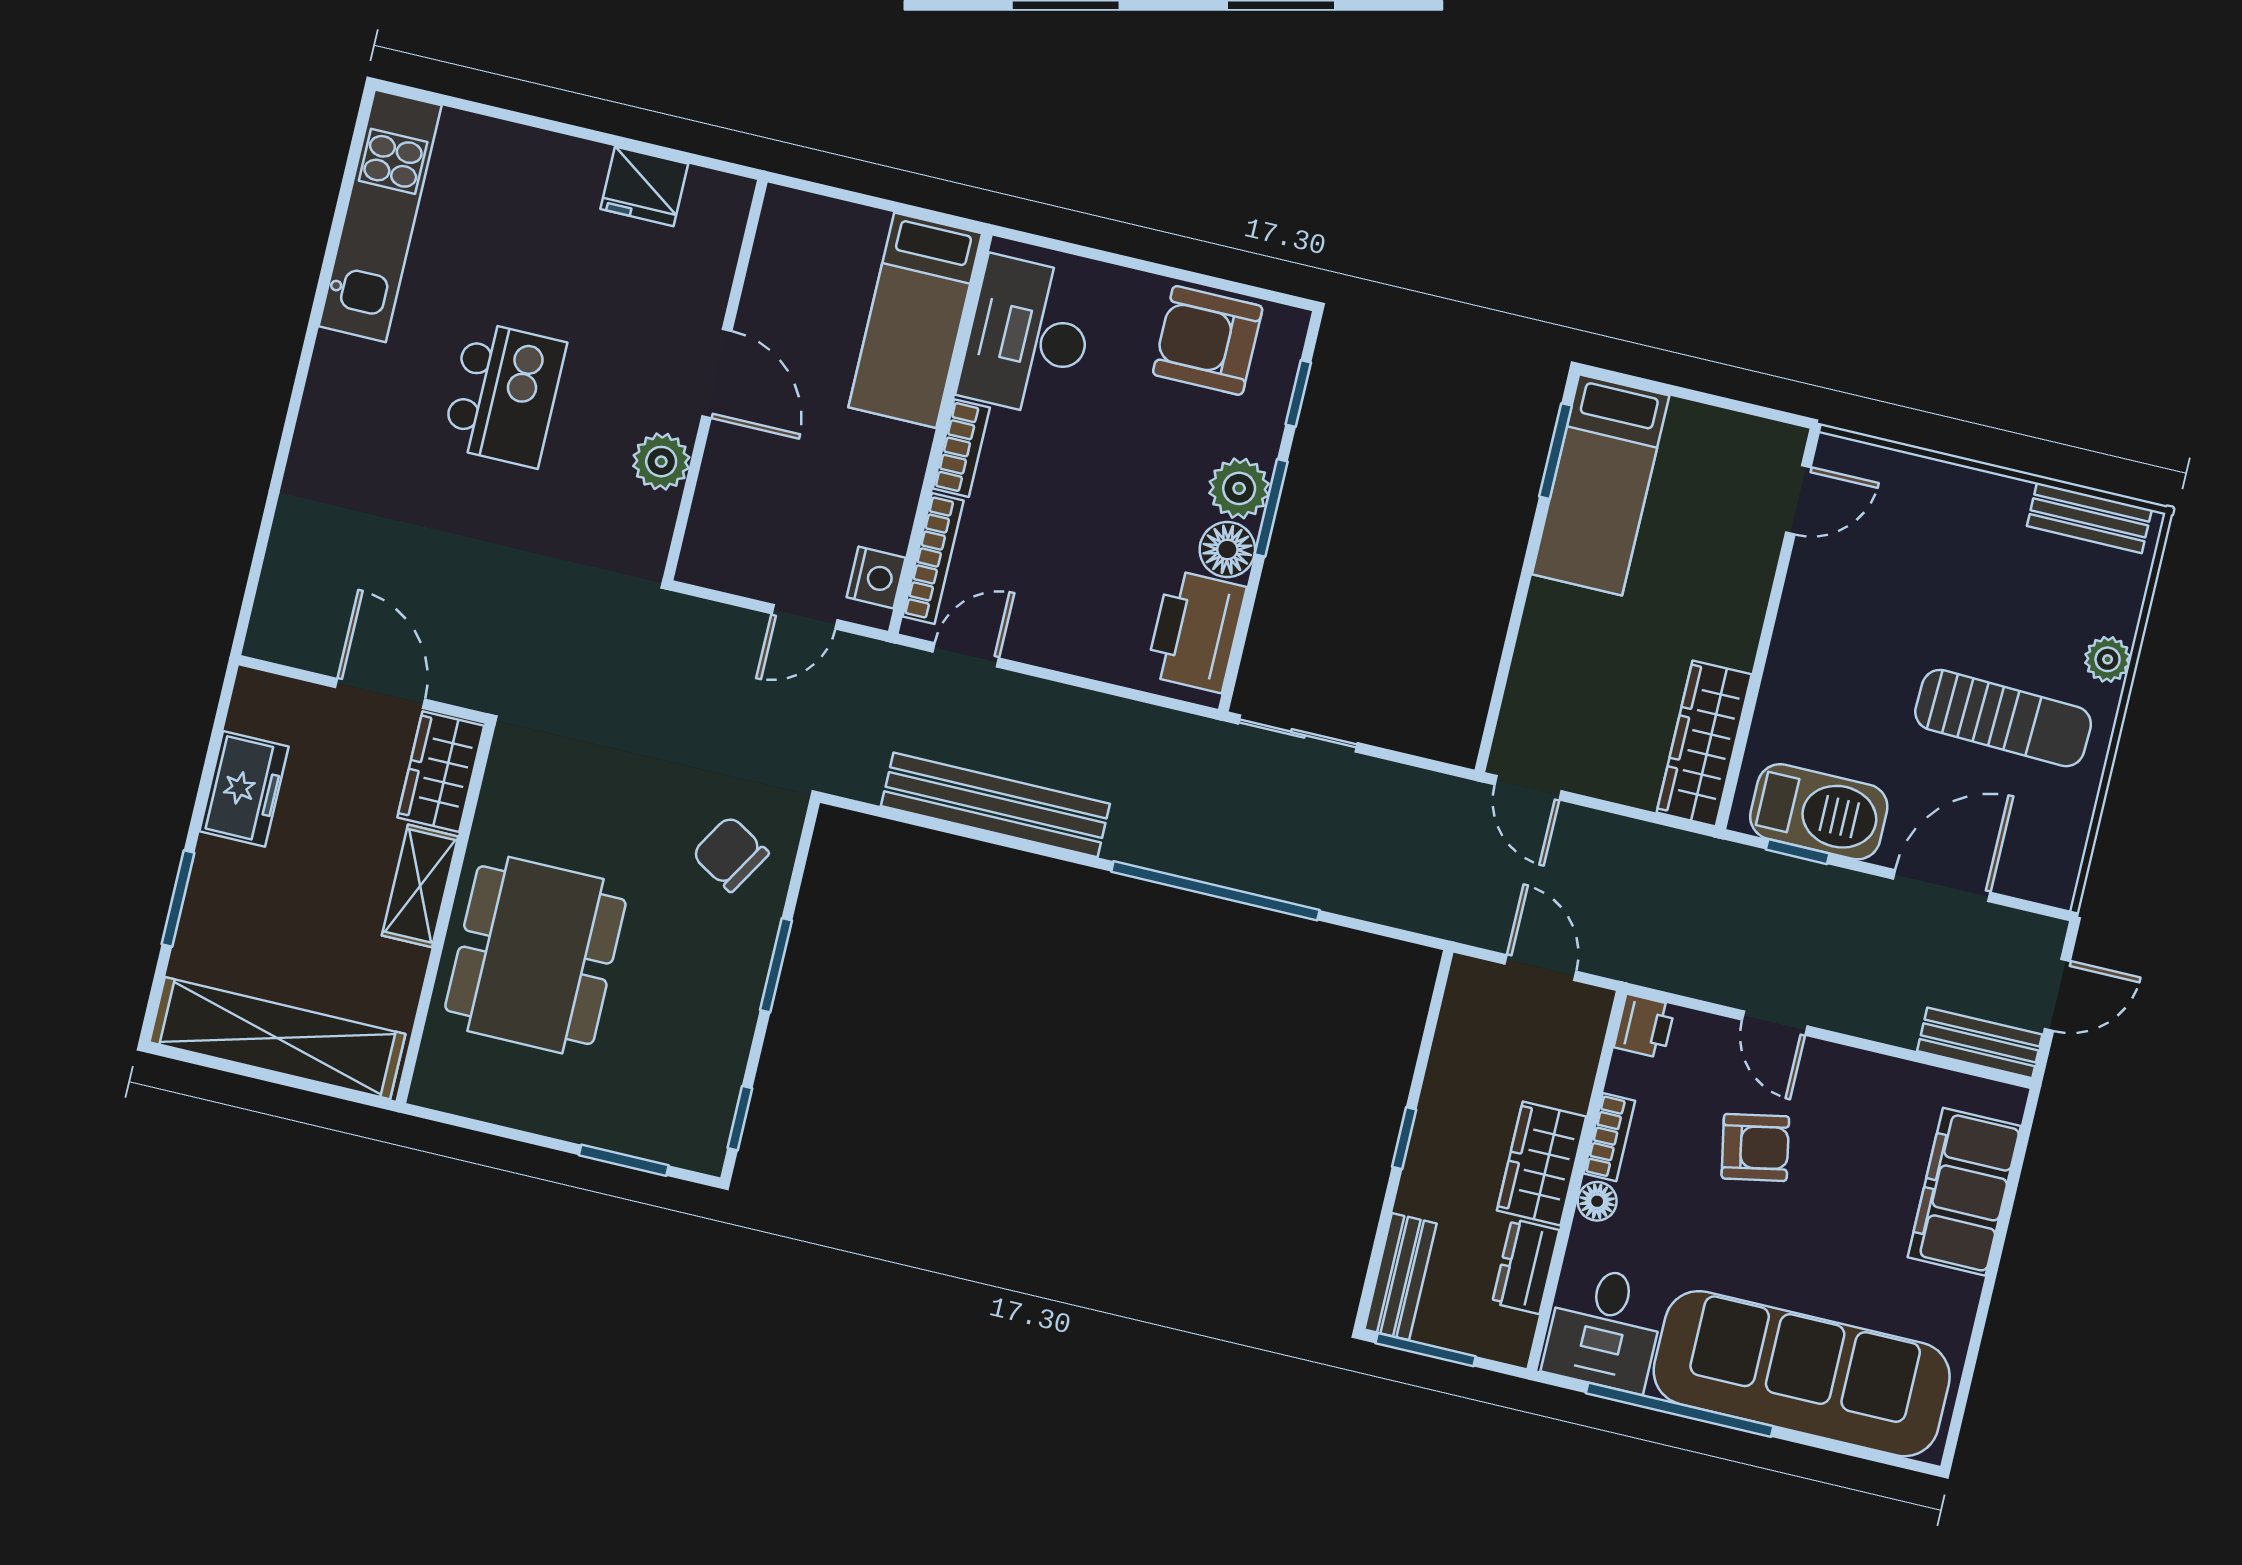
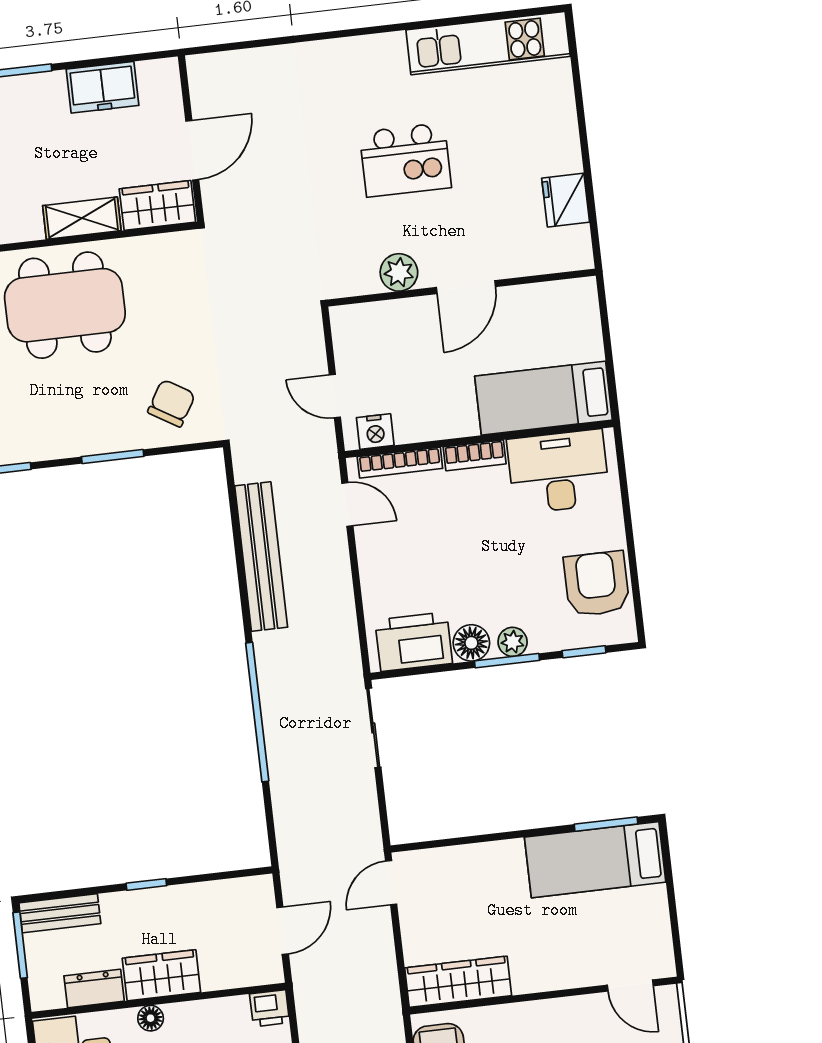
plant: (1239, 488) -> (513, 642), width x0.73, depth x0.73
bookcase: (1609, 1137) -> (193, 1011), removed

